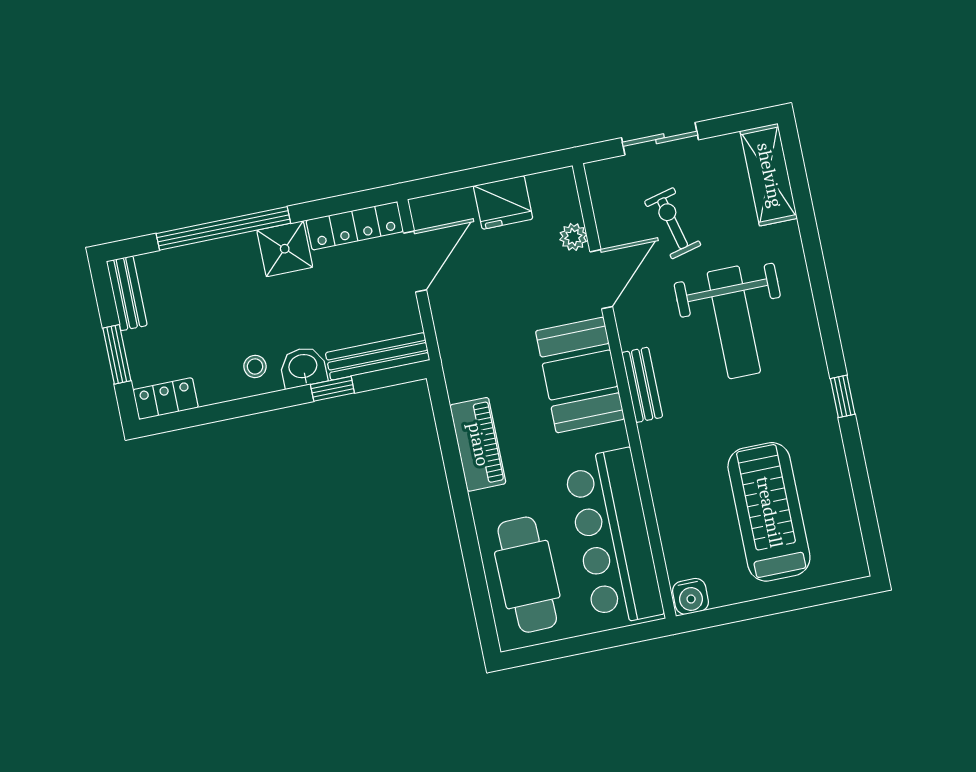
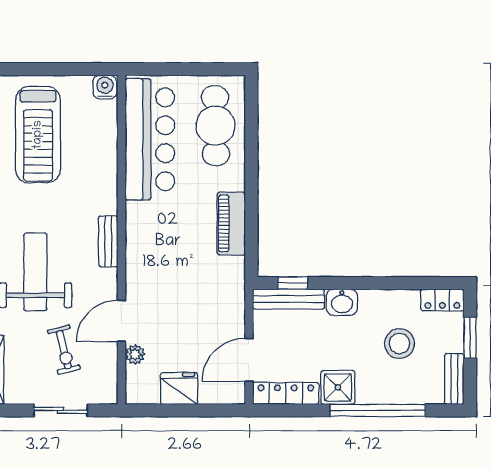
stool: (255, 366) -> (400, 343), moved, width x1.89, depth x1.89
booth: (580, 375) -> (150, 257), removed
window: (332, 389) -> (293, 283), moved

